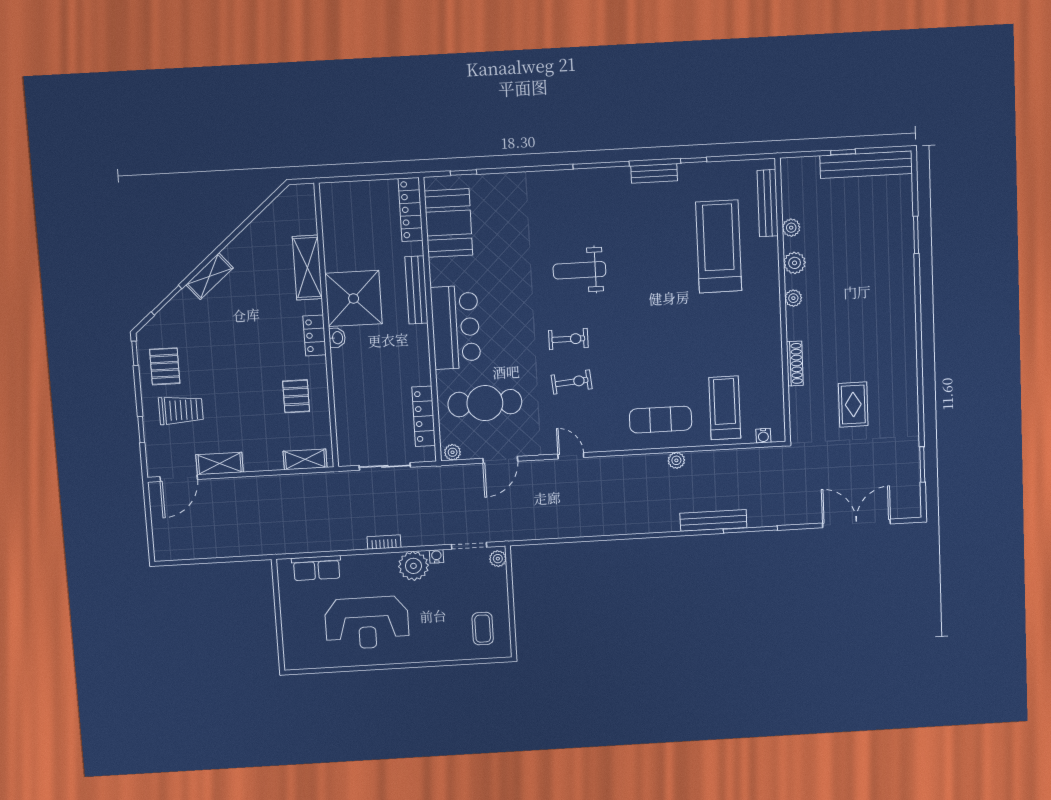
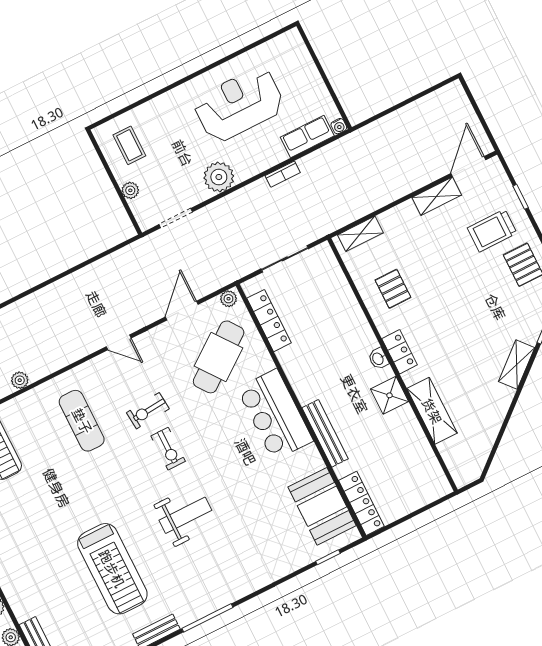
treadmill: (719, 246) -> (112, 569), moved
shower: (354, 298) -> (390, 395), width x0.54, depth x0.54
exercise bike: (568, 339) -> (168, 449), turned -90
cafe table: (485, 403) -> (219, 357), turned -37
exercise mat: (661, 420) -> (82, 421), moved, turned 90
bookcase: (384, 542) -> (283, 174), moved
water cooler: (436, 556) -> (339, 126), moved
plant: (498, 559) -> (130, 190), moved

